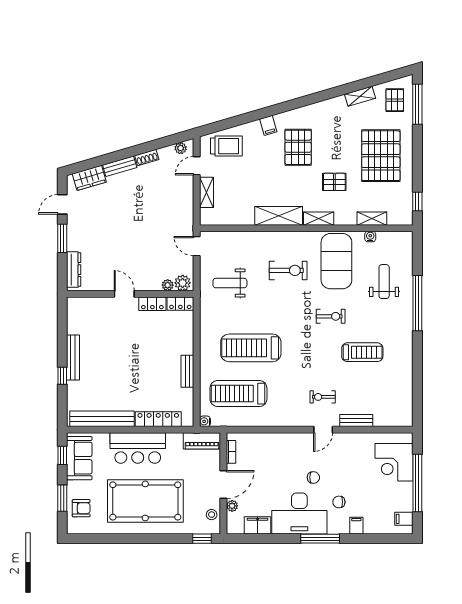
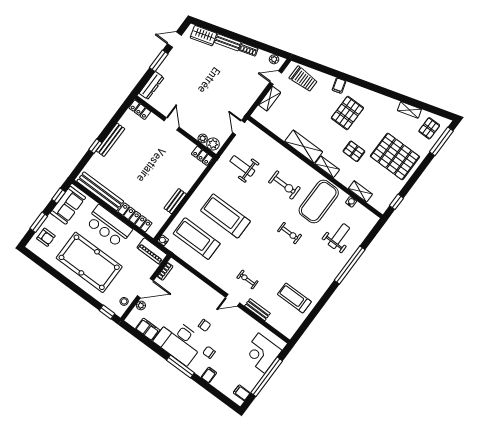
pallet: (381, 156) -> (395, 156), turned 90
locker: (152, 304) -> (140, 110), moved
treadmill: (362, 352) -> (294, 298), moved, turned 180

